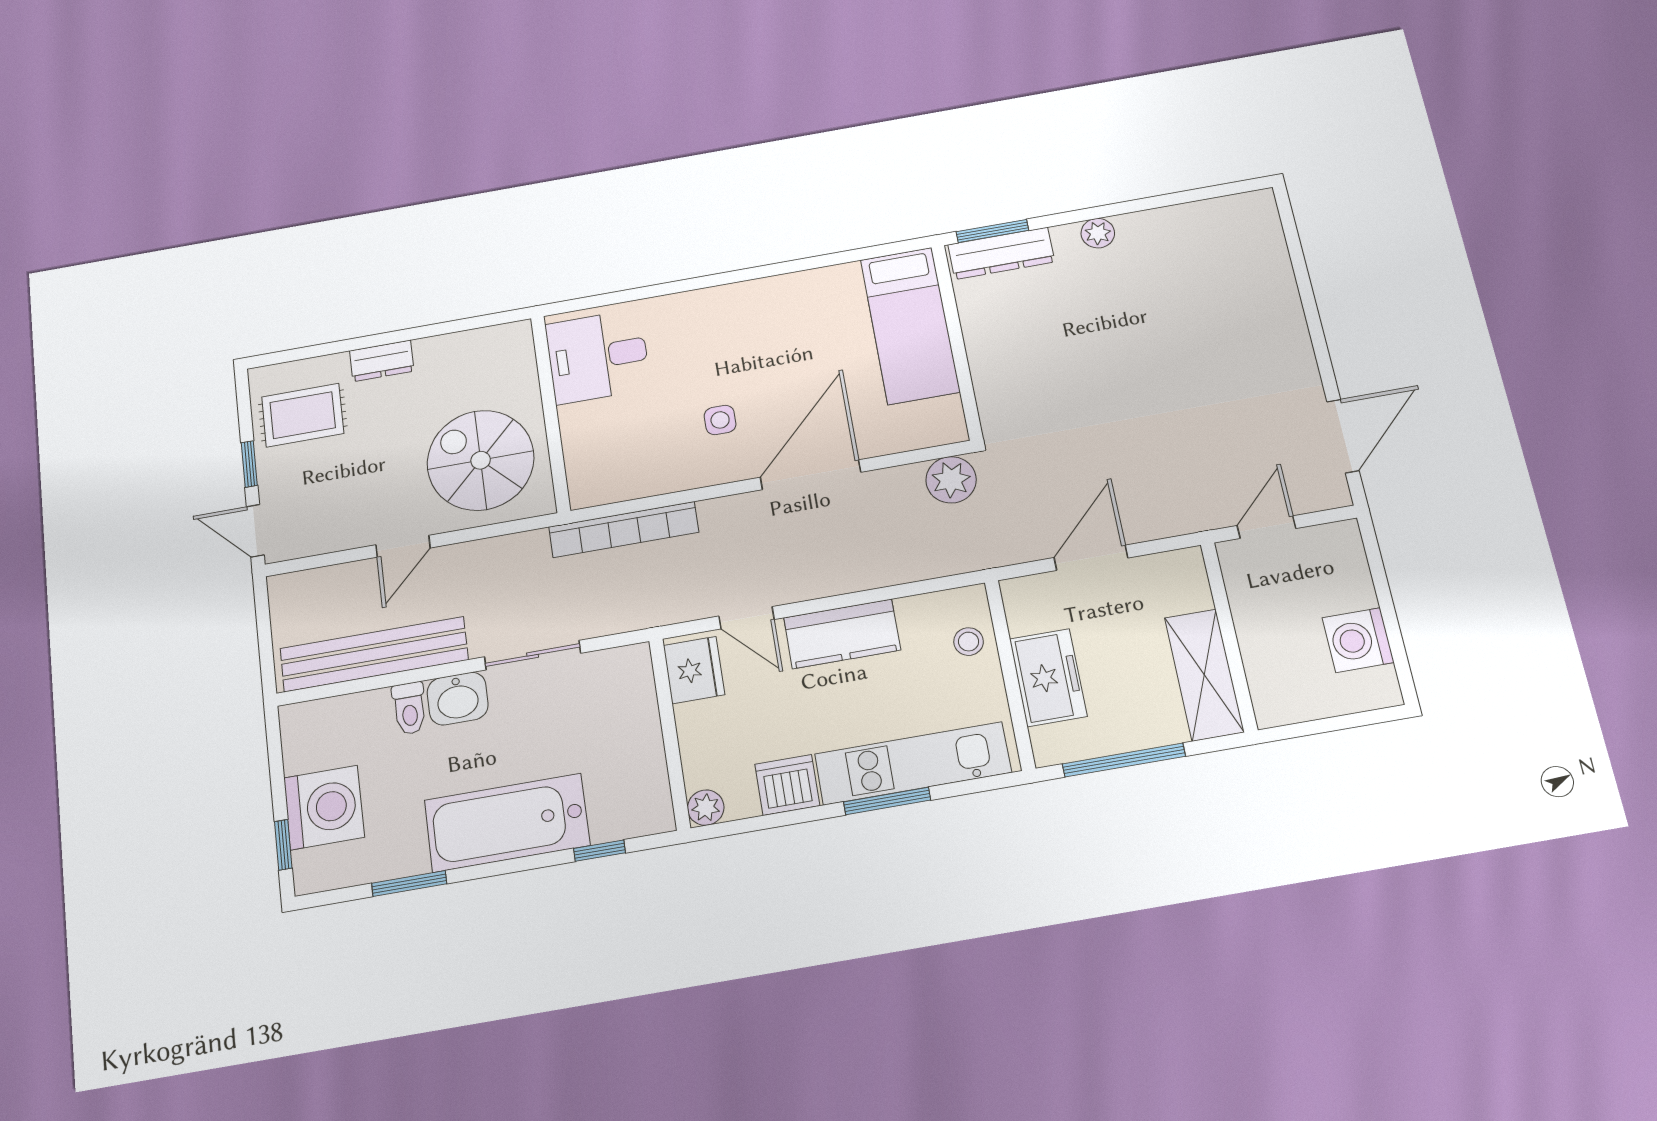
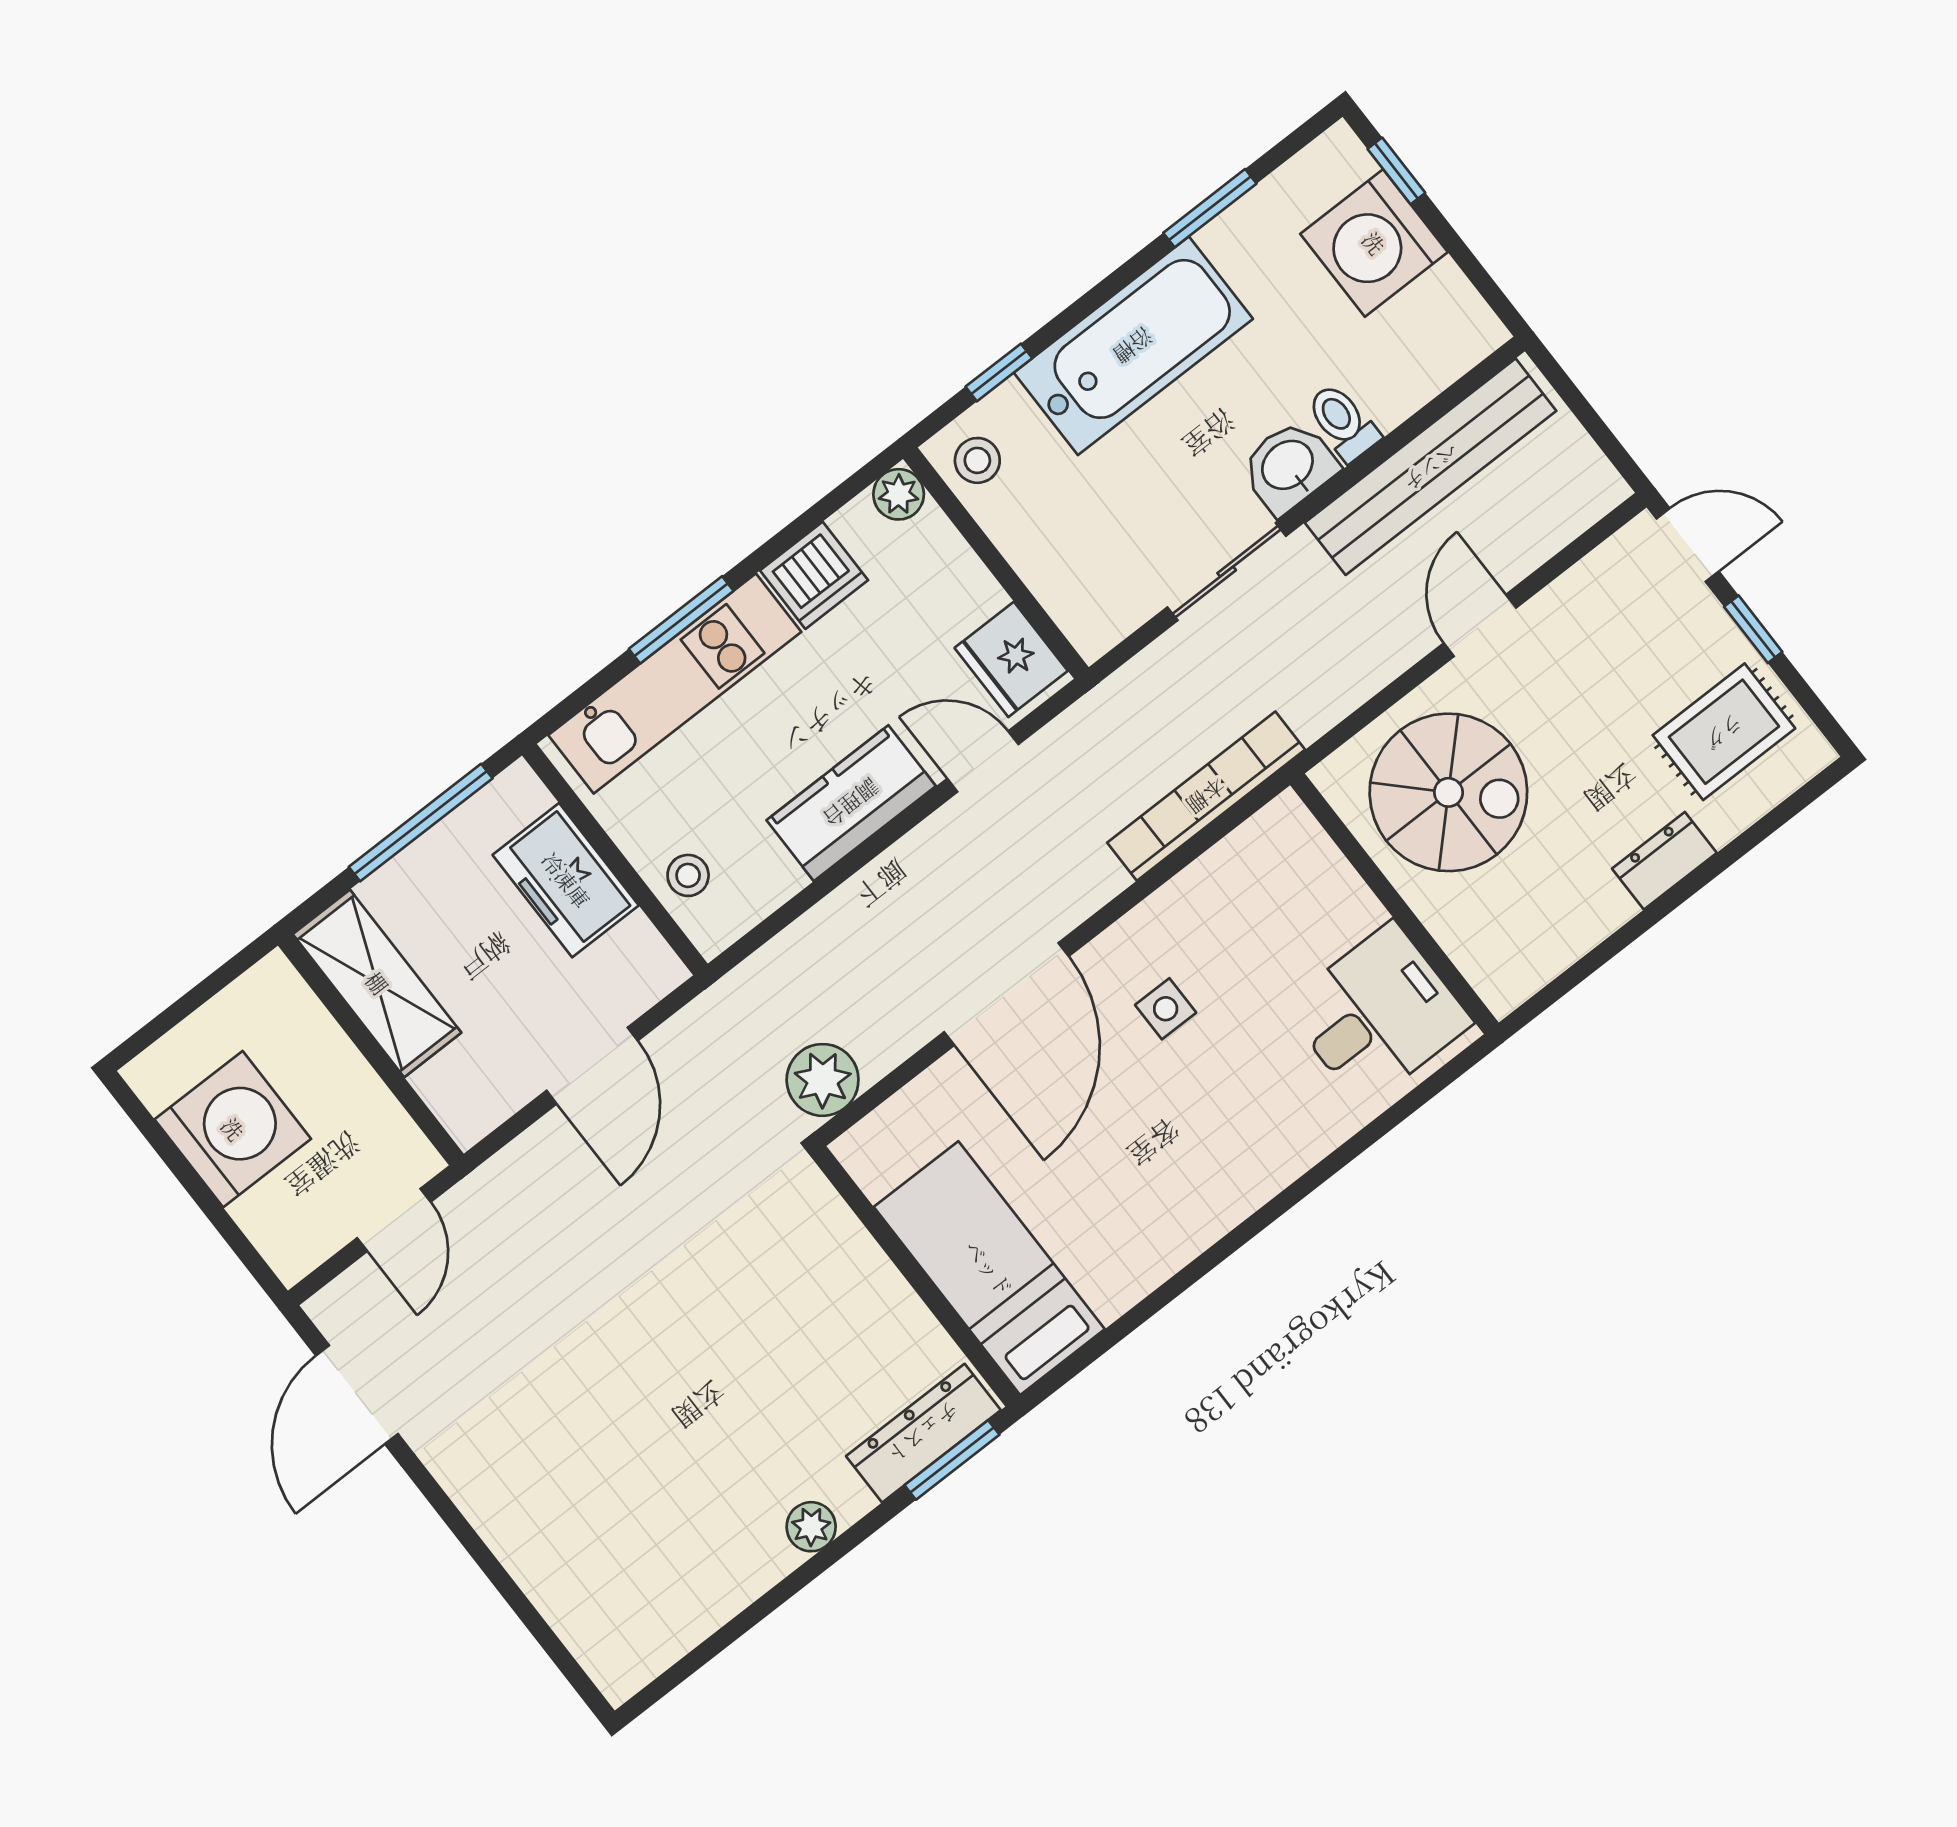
washing machine: (1358, 640) -> (233, 1129), width x1.37, depth x1.37
stool: (645, 803) -> (977, 460), added

